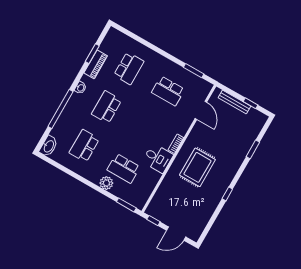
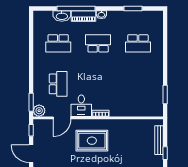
piano: (96, 64) -> (84, 16), moved
school desk: (168, 91) -> (138, 84), removed
door: (201, 110) -> (62, 118), moved
washbasin: (49, 146) -> (62, 16), moved
school desk: (84, 146) -> (58, 43), turned 180
school desk: (124, 168) -> (58, 84), turned 180
plant: (106, 183) -> (39, 111), moved

